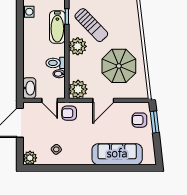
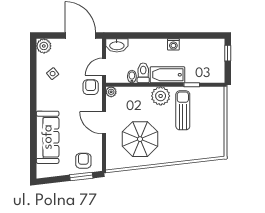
washing machine: (28, 12) -> (173, 44), moved
sun lounger: (91, 25) -> (183, 110), turned 134
bathtub: (57, 27) -> (167, 75), moved
plant: (78, 89) -> (111, 92), width x0.53, depth x0.53

